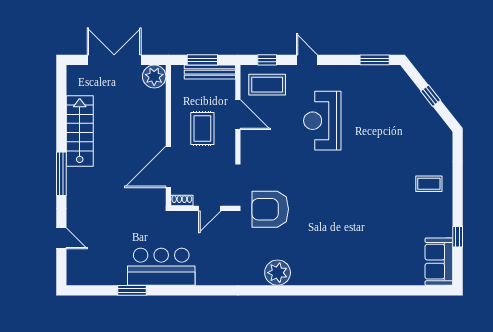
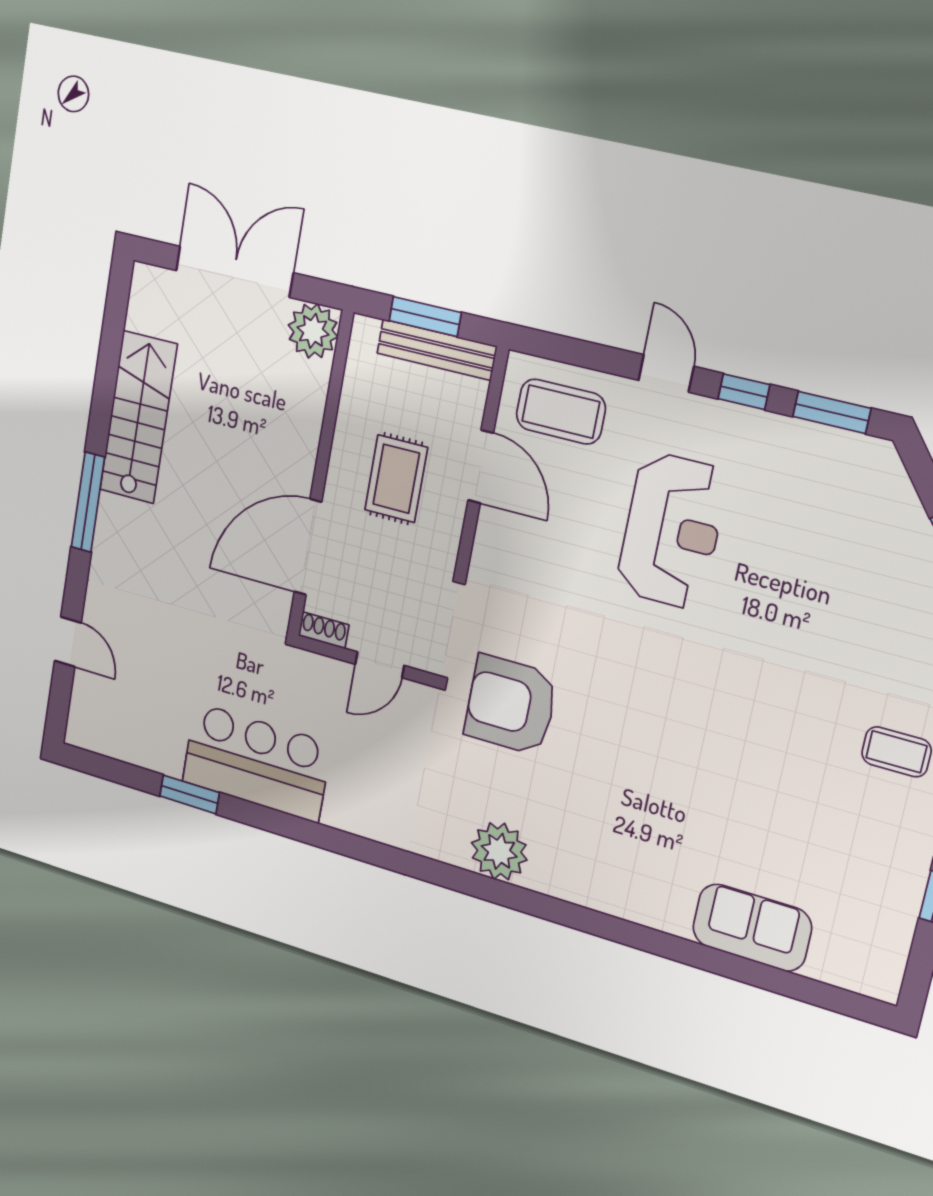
window: (267, 60) -> (744, 392), moved
reception desk: (322, 121) -> (672, 531), turned 180
sofa: (439, 262) -> (752, 928), moved, turned 90

